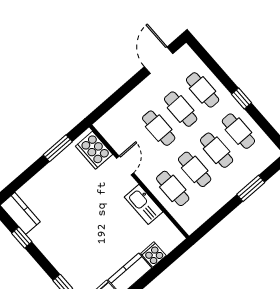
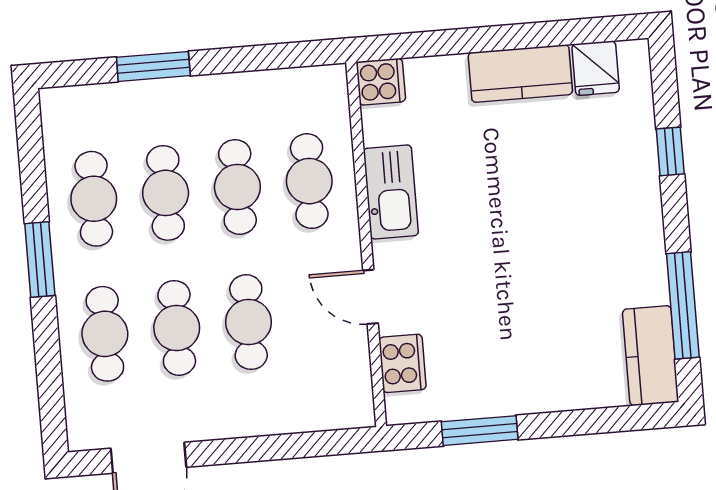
window: (241, 98) -> (40, 259), width x1.50
cooker: (94, 150) -> (402, 363), width x0.73, depth x0.76
door: (125, 166) -> (371, 297), hinge flipped
window: (22, 238) -> (683, 305), width x2.17
cooker: (153, 254) -> (381, 82), moved, turned -90

